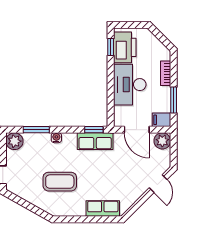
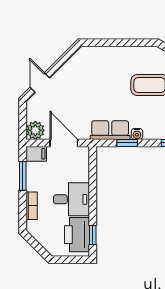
desk: (130, 85) -> (72, 199), width x0.73
window: (94, 130) -> (127, 143), moved
water cooler: (56, 138) -> (137, 134), moved
row of seats: (103, 208) -> (102, 55), removed

